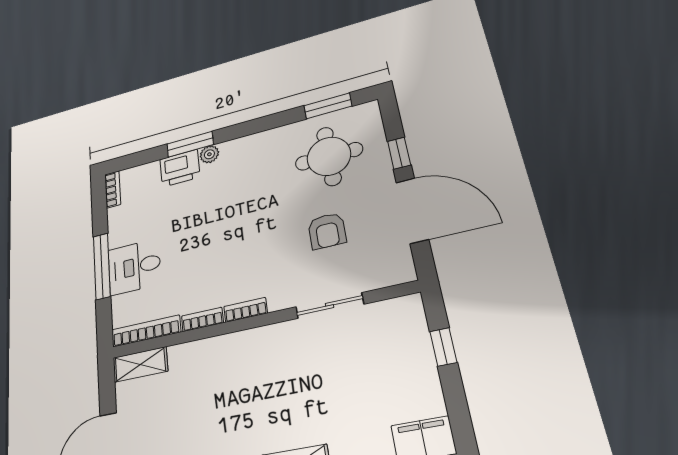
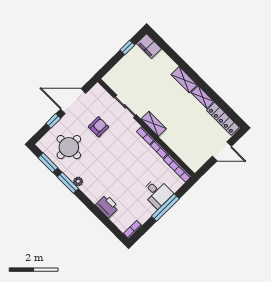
window: (190, 144) -> (68, 183), moved
plant: (209, 154) -> (78, 181), moved
door: (412, 210) -> (73, 101), hinge flipped
window: (443, 347) -> (127, 47), moved
shelving: (140, 364) -> (154, 124), moved

